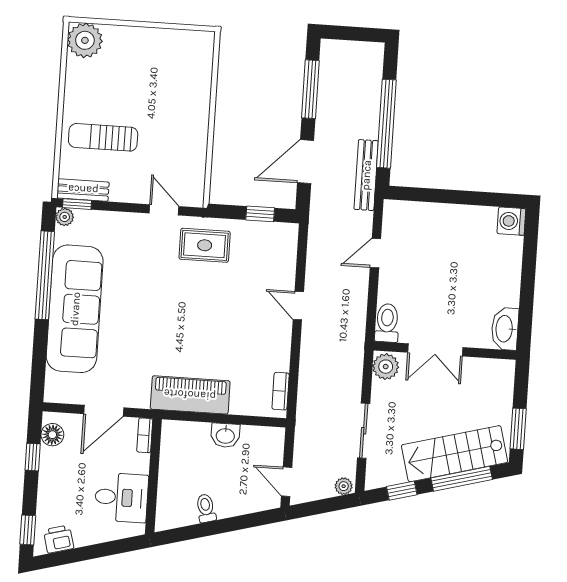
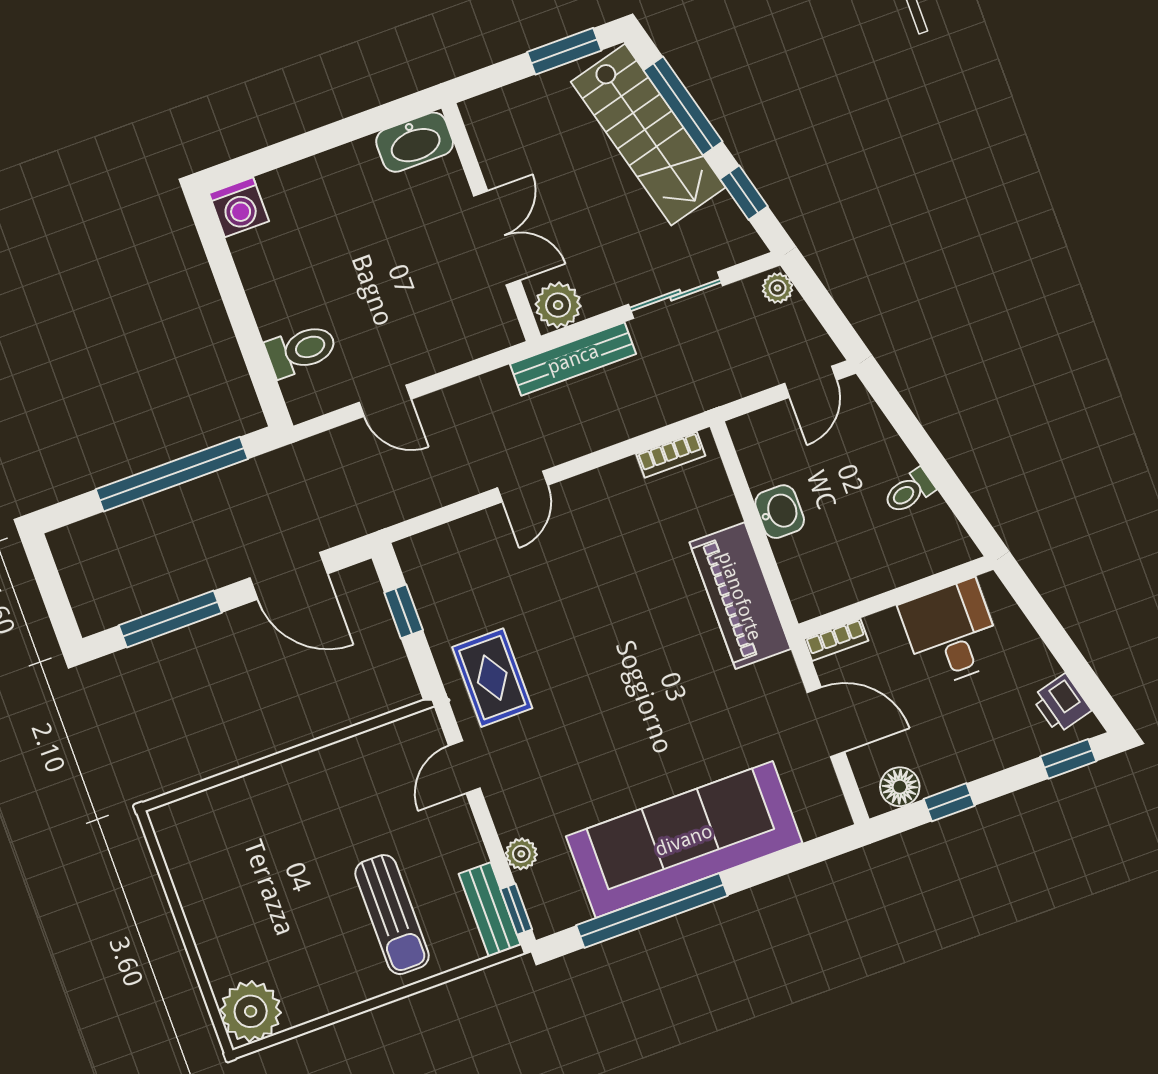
bench: (366, 175) -> (573, 359), moved
plant: (65, 217) -> (521, 854), moved
toilet: (387, 323) -> (301, 350), moved, turned 180

